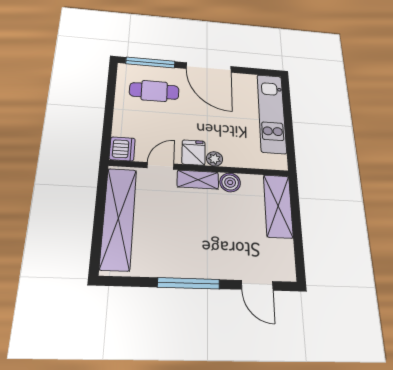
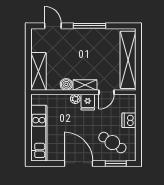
window: (150, 62) -> (116, 164), width x0.69
cafe table: (154, 91) -> (112, 143), turned 32
dishwasher: (122, 149) -> (129, 120), moved

